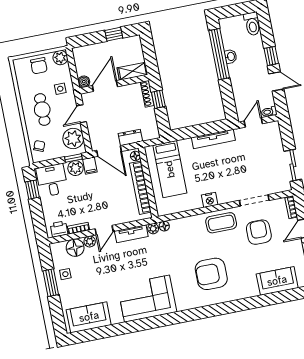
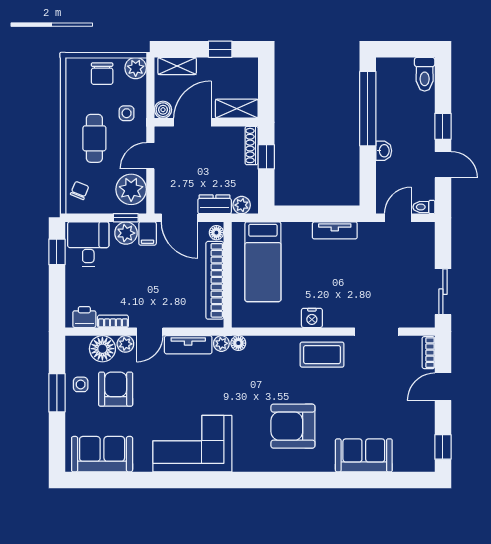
shelving: (87, 51) -> (177, 66), added
washbasin: (231, 56) -> (384, 151), moved
plant: (148, 134) -> (242, 205), added
tv unit: (213, 139) -> (335, 230), width x0.71
armchair: (259, 232) -> (116, 389), moved
sofa: (277, 281) -> (364, 455), moved

